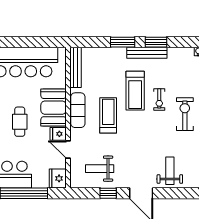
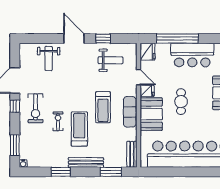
window: (123, 42) -> (111, 172), moved
bench: (147, 53) -> (86, 162), moved
bench: (75, 67) -> (132, 154), width x0.73

